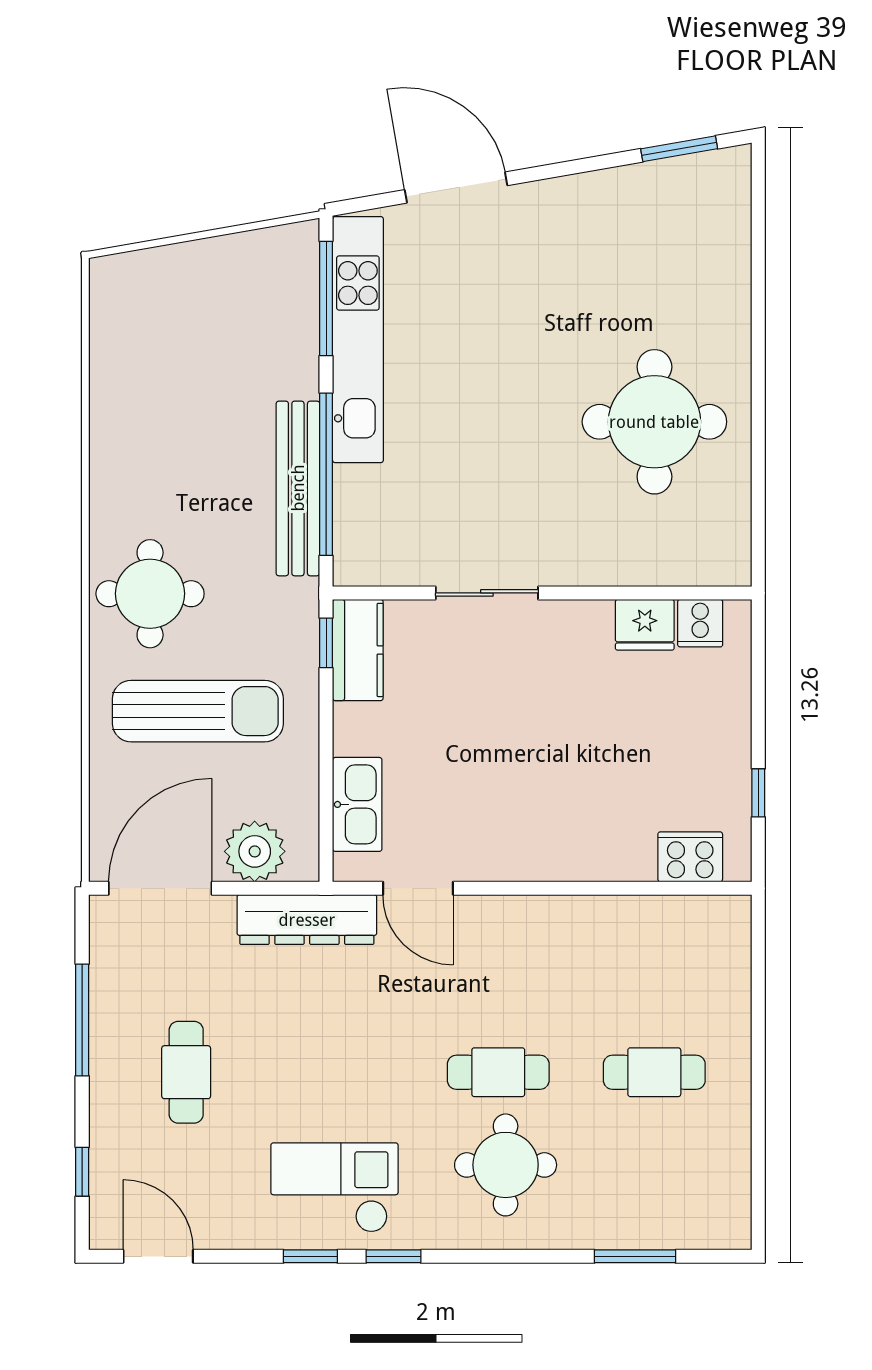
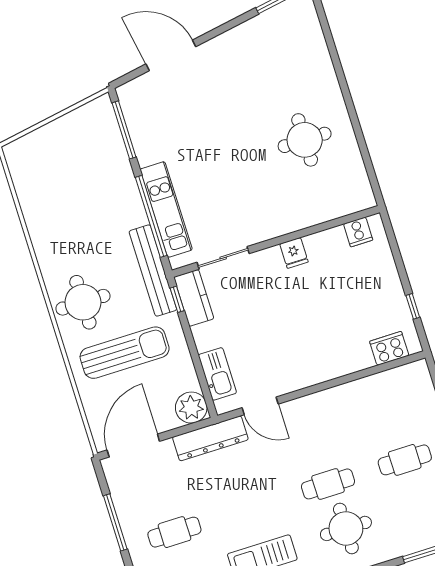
kitchen unit: (358, 340) -> (166, 209), moved, width x0.73
round table: (654, 422) -> (305, 140), width x0.73, depth x0.73
bench: (298, 488) -> (153, 271), moved
sliding door: (487, 593) -> (223, 258), moved
fridge: (645, 625) -> (294, 253), moved, width x0.72
plant: (255, 851) -> (191, 408), moved
cafe table: (186, 1072) -> (174, 532), turned 90

